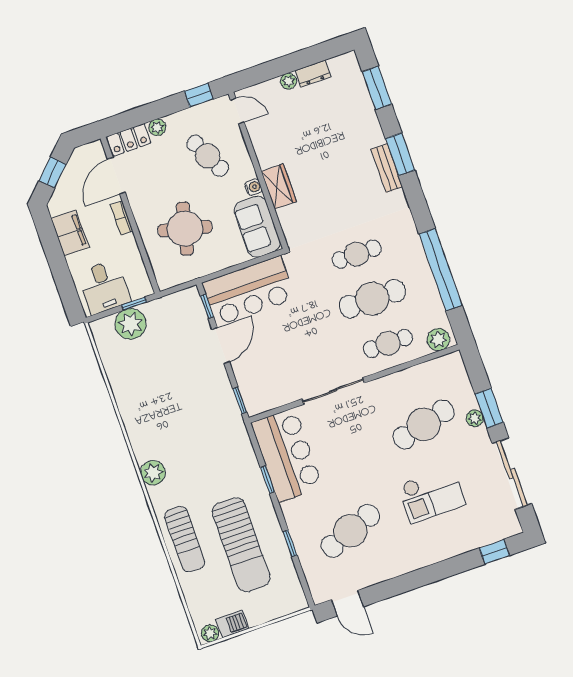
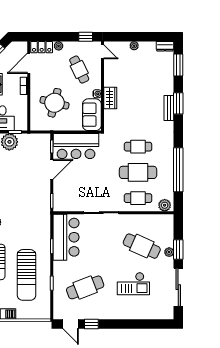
dresser: (313, 74) -> (165, 46), moved
cafe table: (424, 424) -> (142, 246), turned 39
window: (494, 552) -> (91, 324), moved

